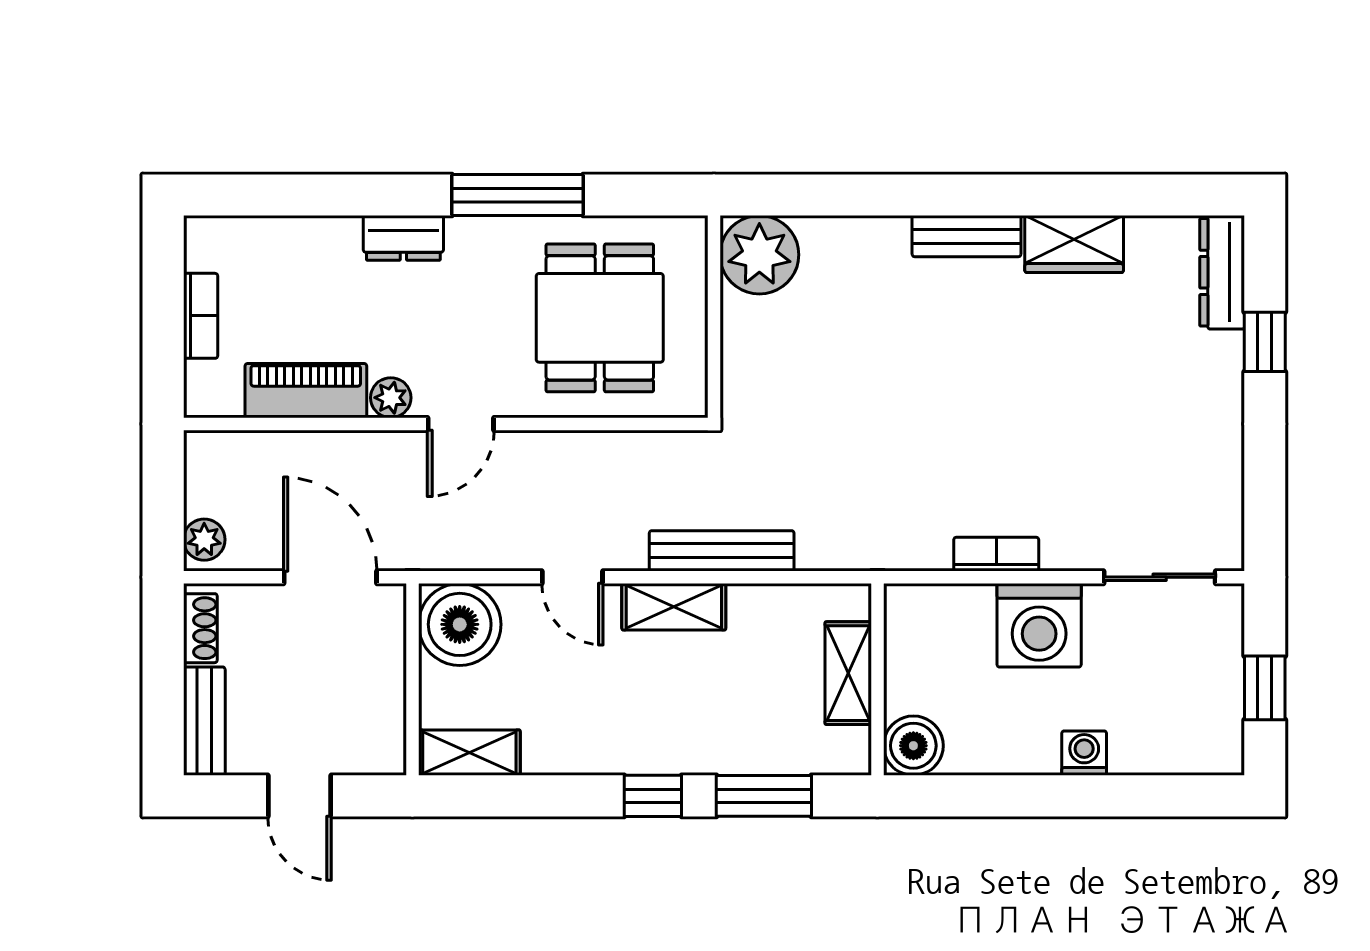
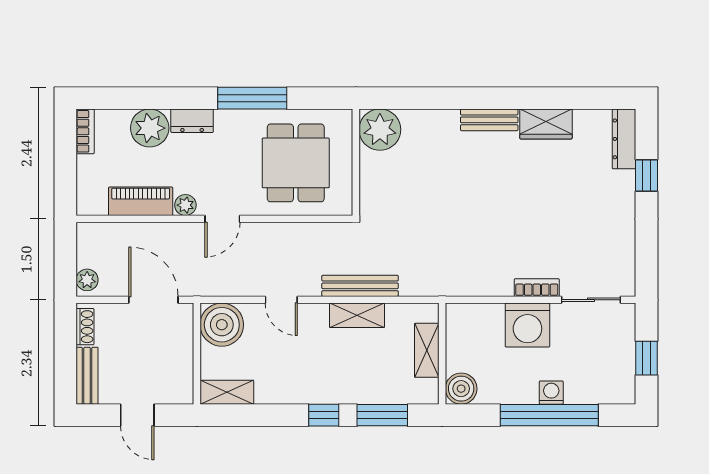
plant: (323, 252) -> (150, 128), added
bookcase: (201, 316) -> (85, 131), moved
bookcase: (996, 554) -> (537, 288), moved
shelving: (674, 607) -> (357, 315), moved
window: (1080, 796) -> (549, 415), added

